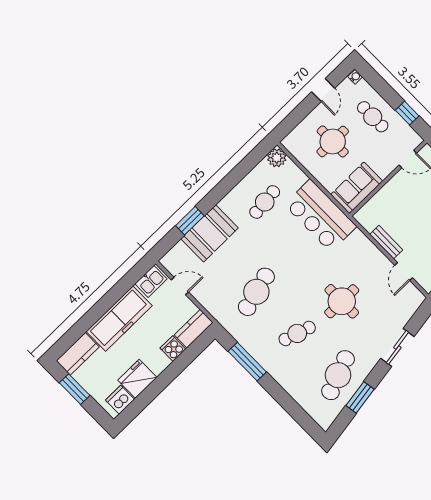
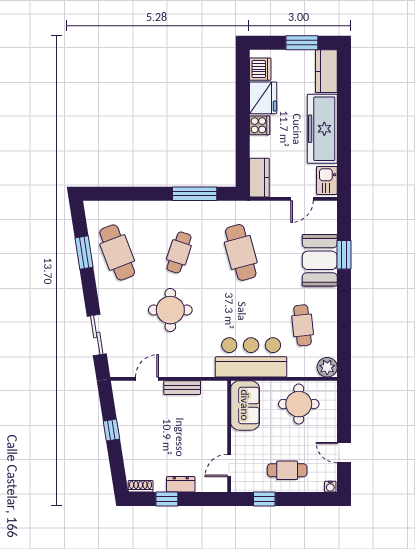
round table: (333, 141) -> (299, 404), moved
door: (404, 271) -> (147, 379), hinge flipped
sliding door: (397, 347) -> (97, 335), moved
cooker: (173, 349) -> (260, 125), moved

